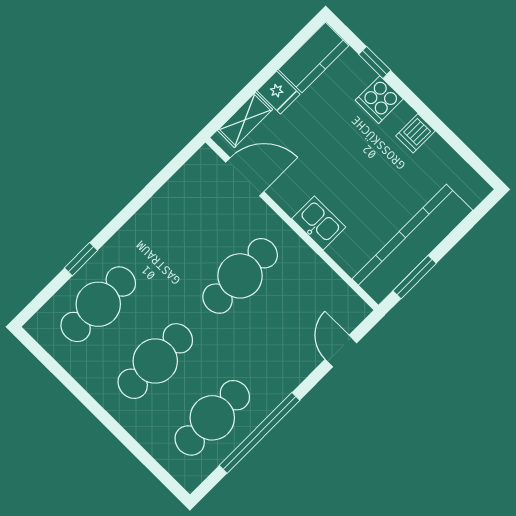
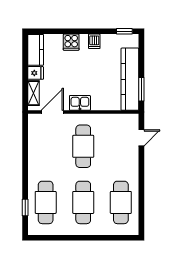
window: (375, 62) -> (124, 31), moved
kitchen sink: (319, 223) -> (80, 103), moved
window: (81, 259) -> (25, 208), moved
door: (341, 351) -> (141, 138), swing flipped
window: (259, 433) -> (141, 192), removed

